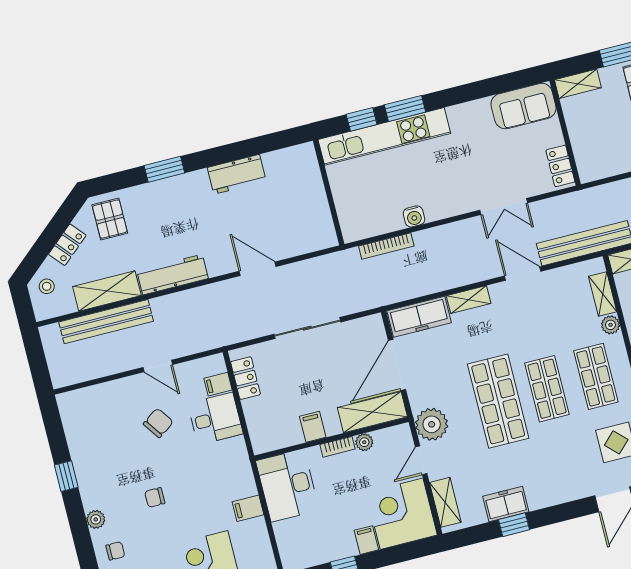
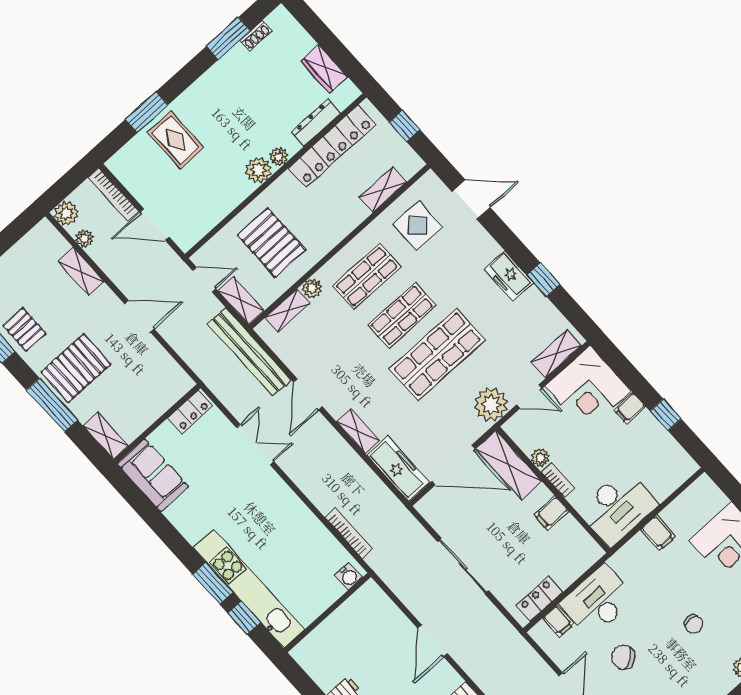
water cooler: (414, 216) -> (348, 576), moved, turned 90
desk: (215, 419) -> (598, 601), width x1.37
freezer: (506, 504) -> (509, 276), moved

